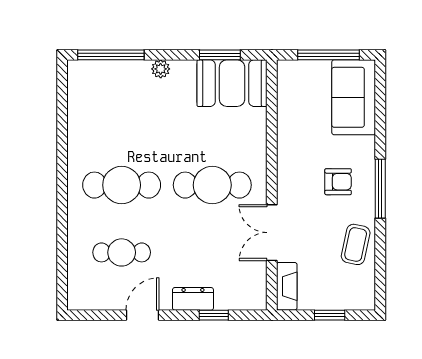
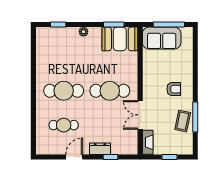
window: (111, 55) -> (58, 25), width x0.46
sofa: (354, 97) -> (162, 38), moved, turned -90
window: (380, 189) -> (195, 117), moved

